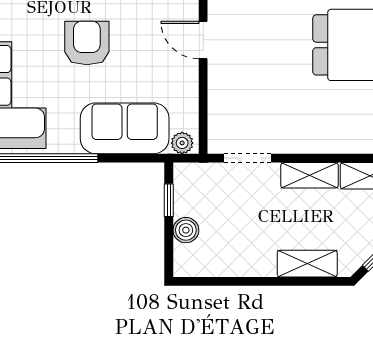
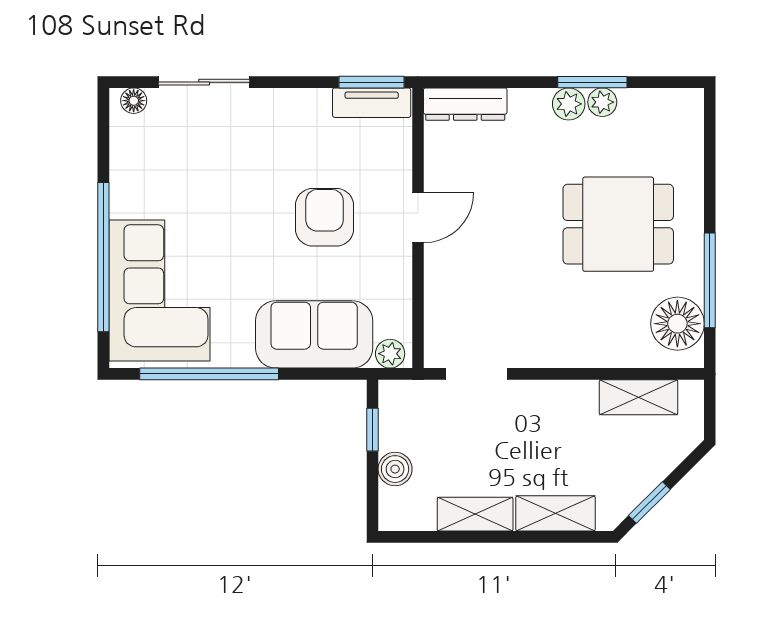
door: (203, 40) -> (418, 218), swing flipped
armchair: (87, 43) -> (325, 217), moved
shelving: (310, 175) -> (475, 514), moved

